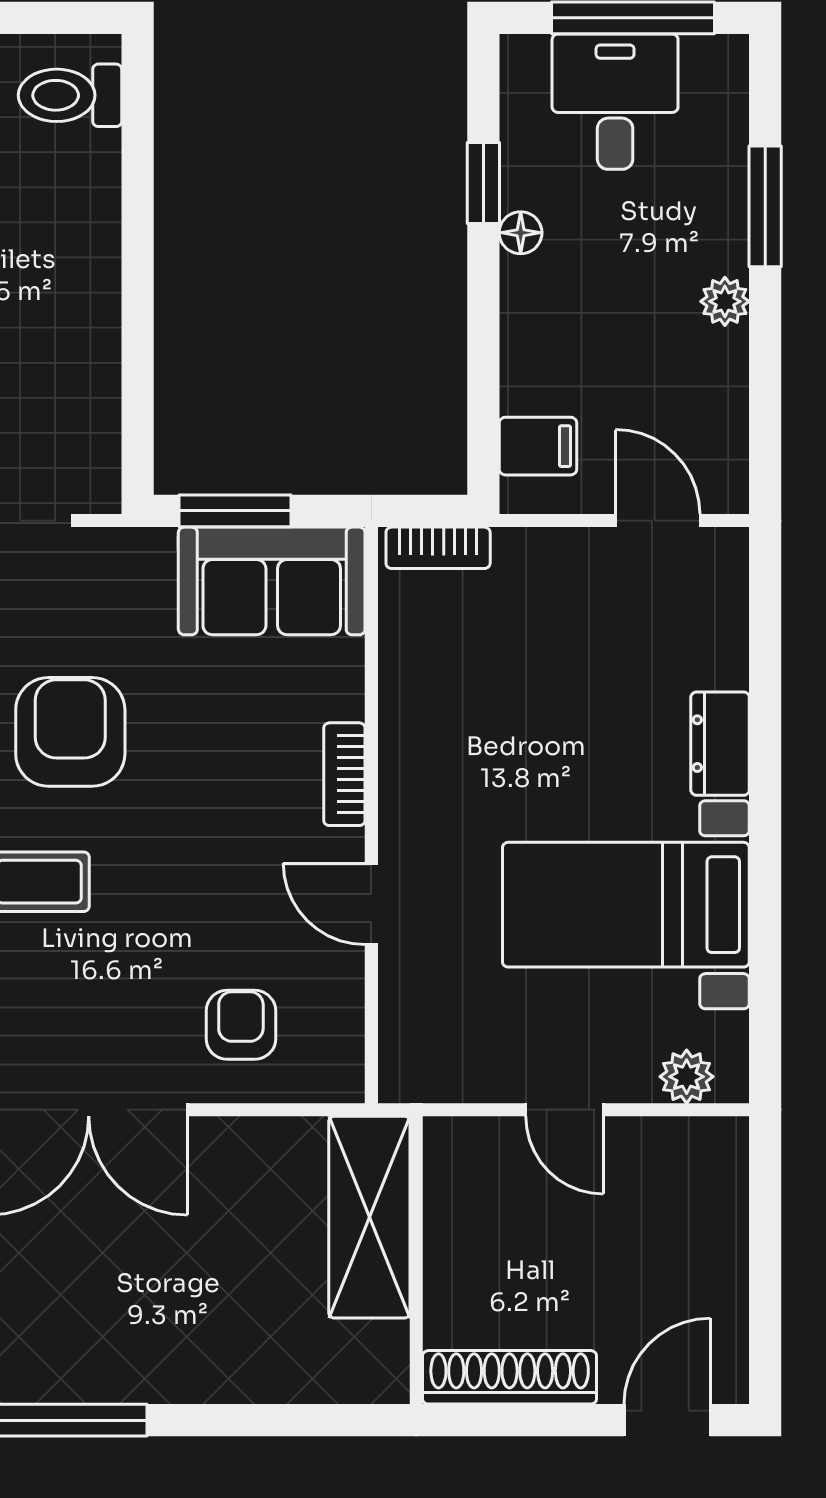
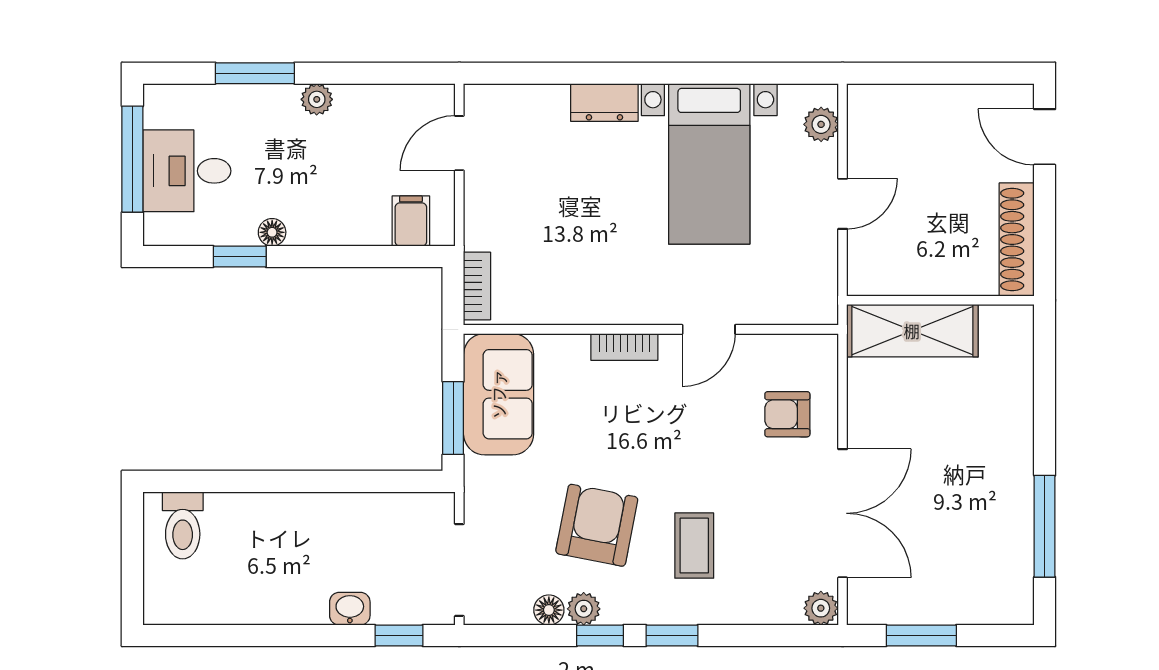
armchair: (70, 732) -> (597, 525), turned 101

